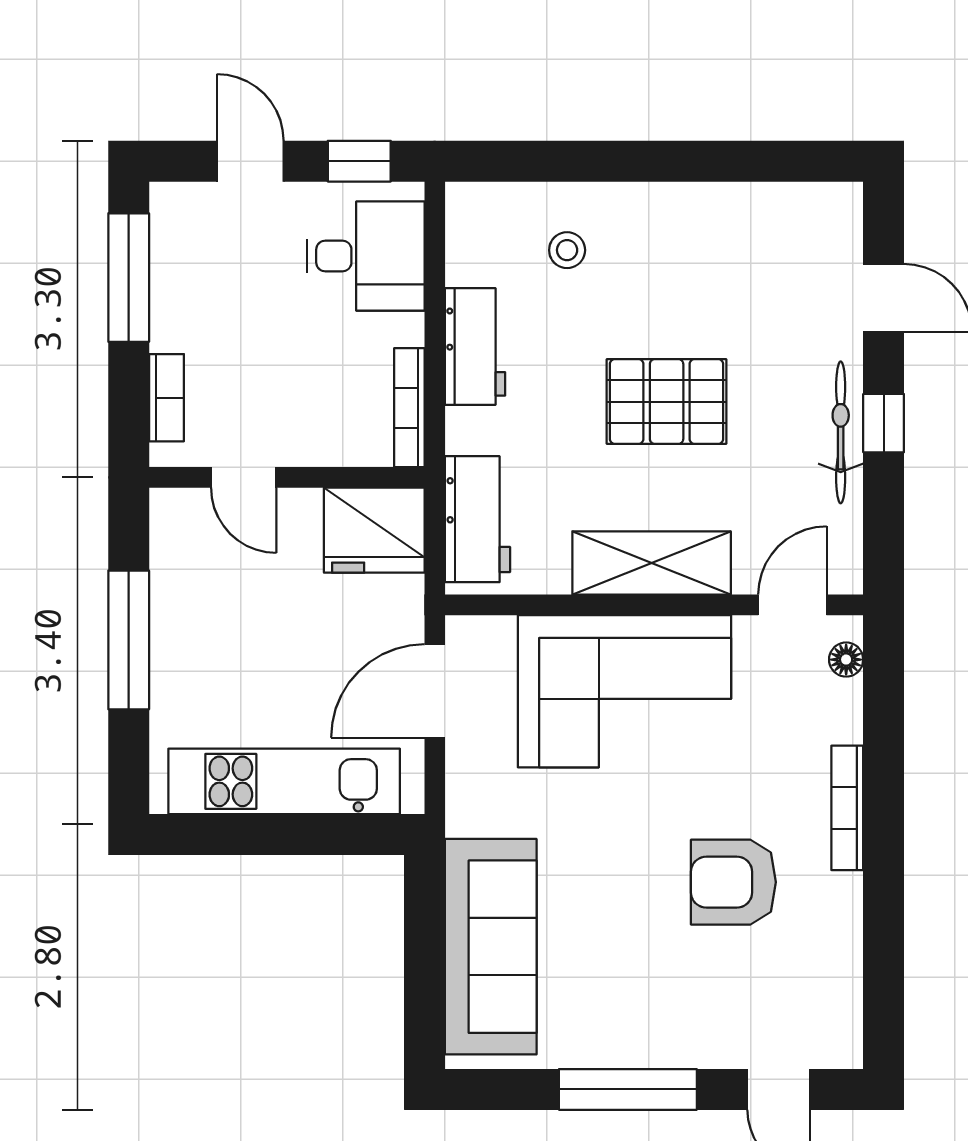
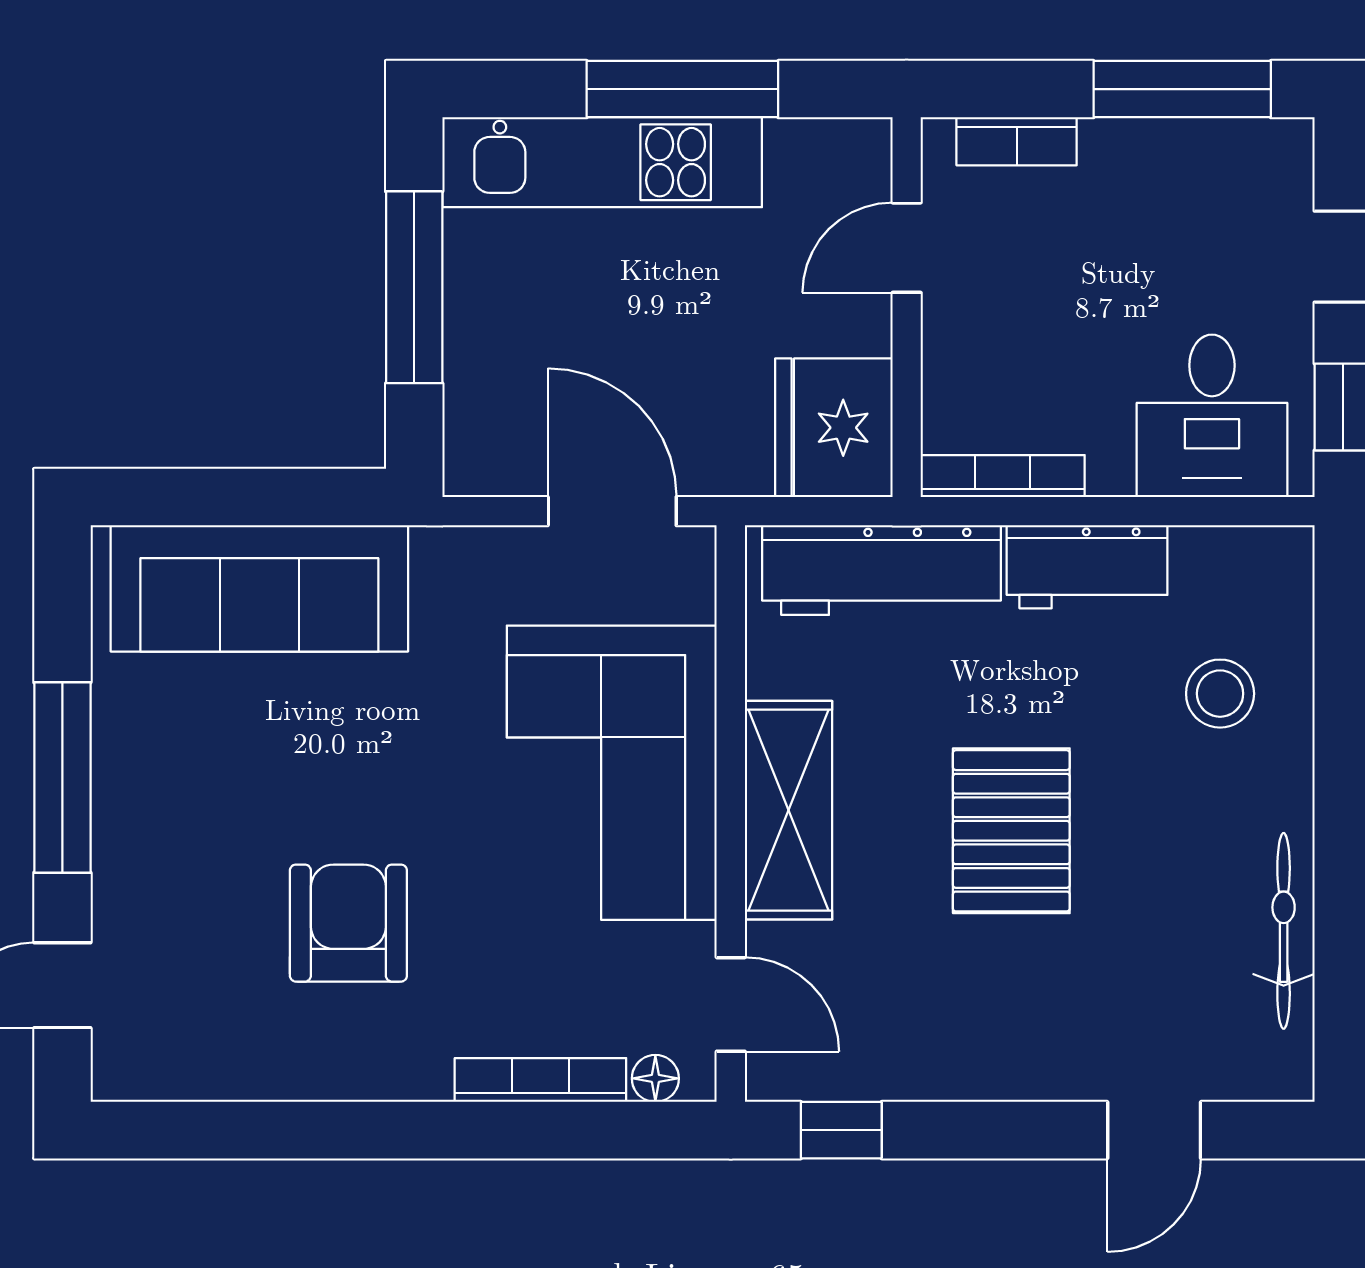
stool: (567, 250) -> (1220, 694), width x1.37, depth x1.37
window: (884, 423) -> (841, 1130), moved
bicycle: (841, 432) -> (1284, 931), moved, turned -90
workbench: (477, 519) -> (882, 570), width x1.38
kitchen unit: (284, 781) -> (602, 162), moved, turned 90
bookcase: (847, 808) -> (540, 1080), moved
window: (272, 834) -> (414, 287), added

